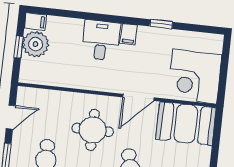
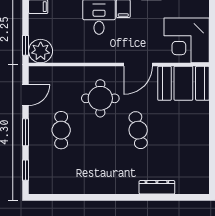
plant: (36, 44) -> (41, 51), moved
window: (19, 47) -> (26, 45), moved

